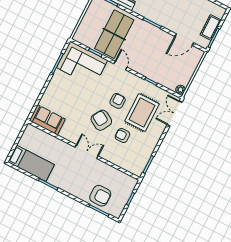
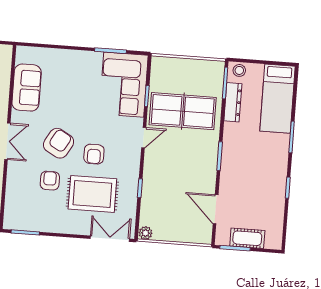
armchair: (118, 101) -> (94, 154), turned 90
sofa: (47, 120) -> (27, 88), moved

